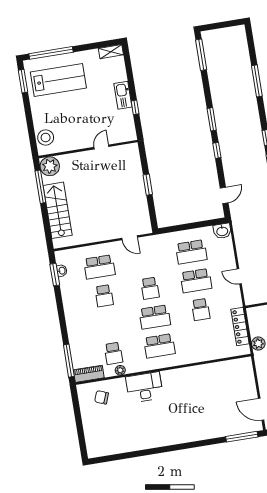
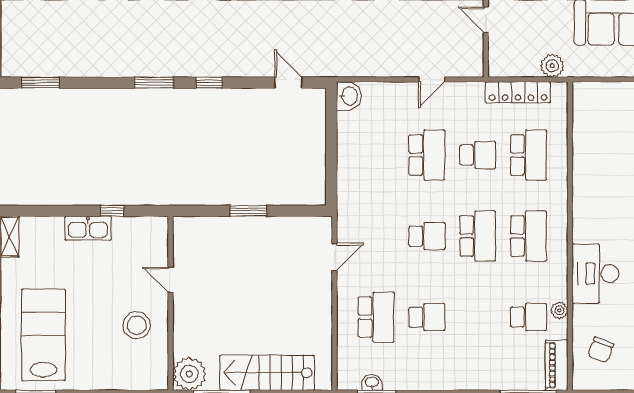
window: (201, 55) -> (40, 83), width x0.69
stool: (46, 138) -> (137, 325), moved
school desk: (191, 252) -> (529, 155), moved

